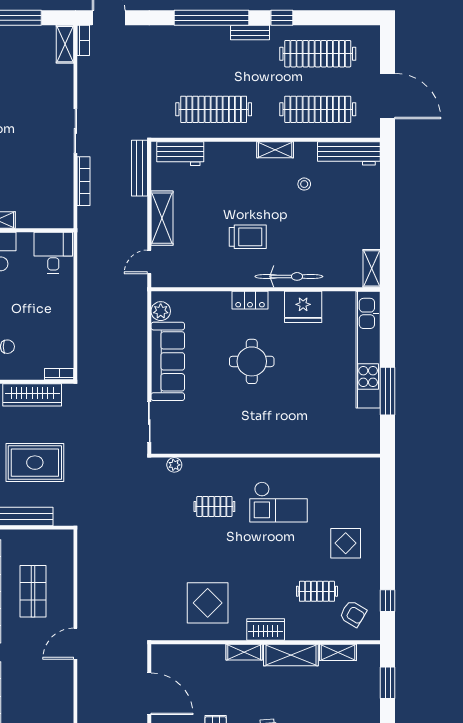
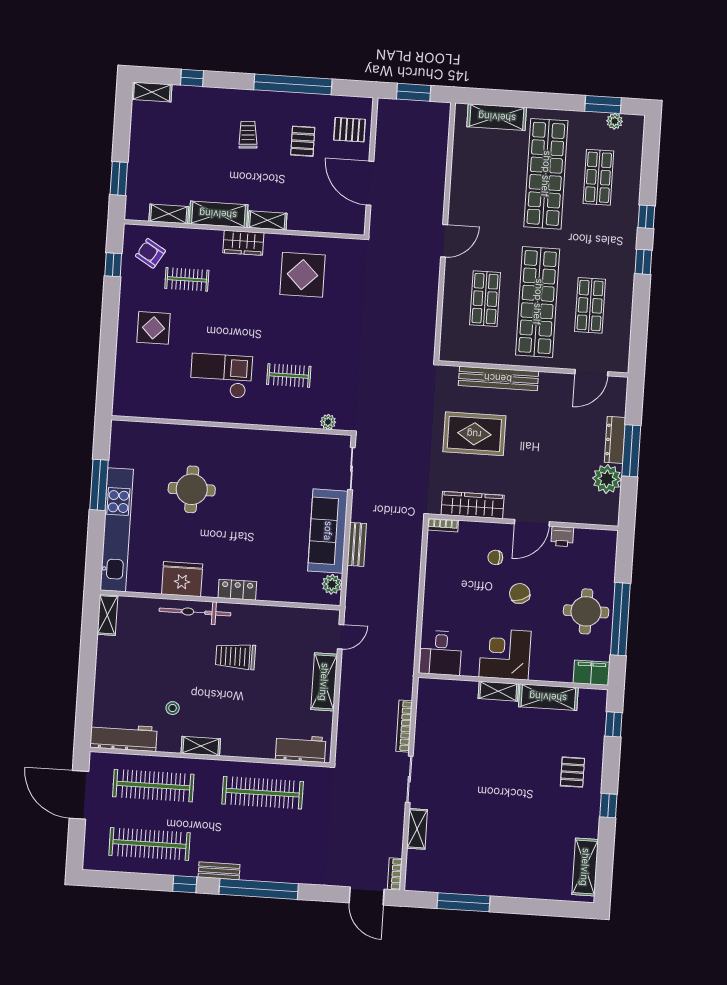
shelving: (65, 44) -> (417, 829), moved
bench: (140, 168) -> (357, 544), moved, width x0.73
round table: (252, 361) -> (192, 489), moved

